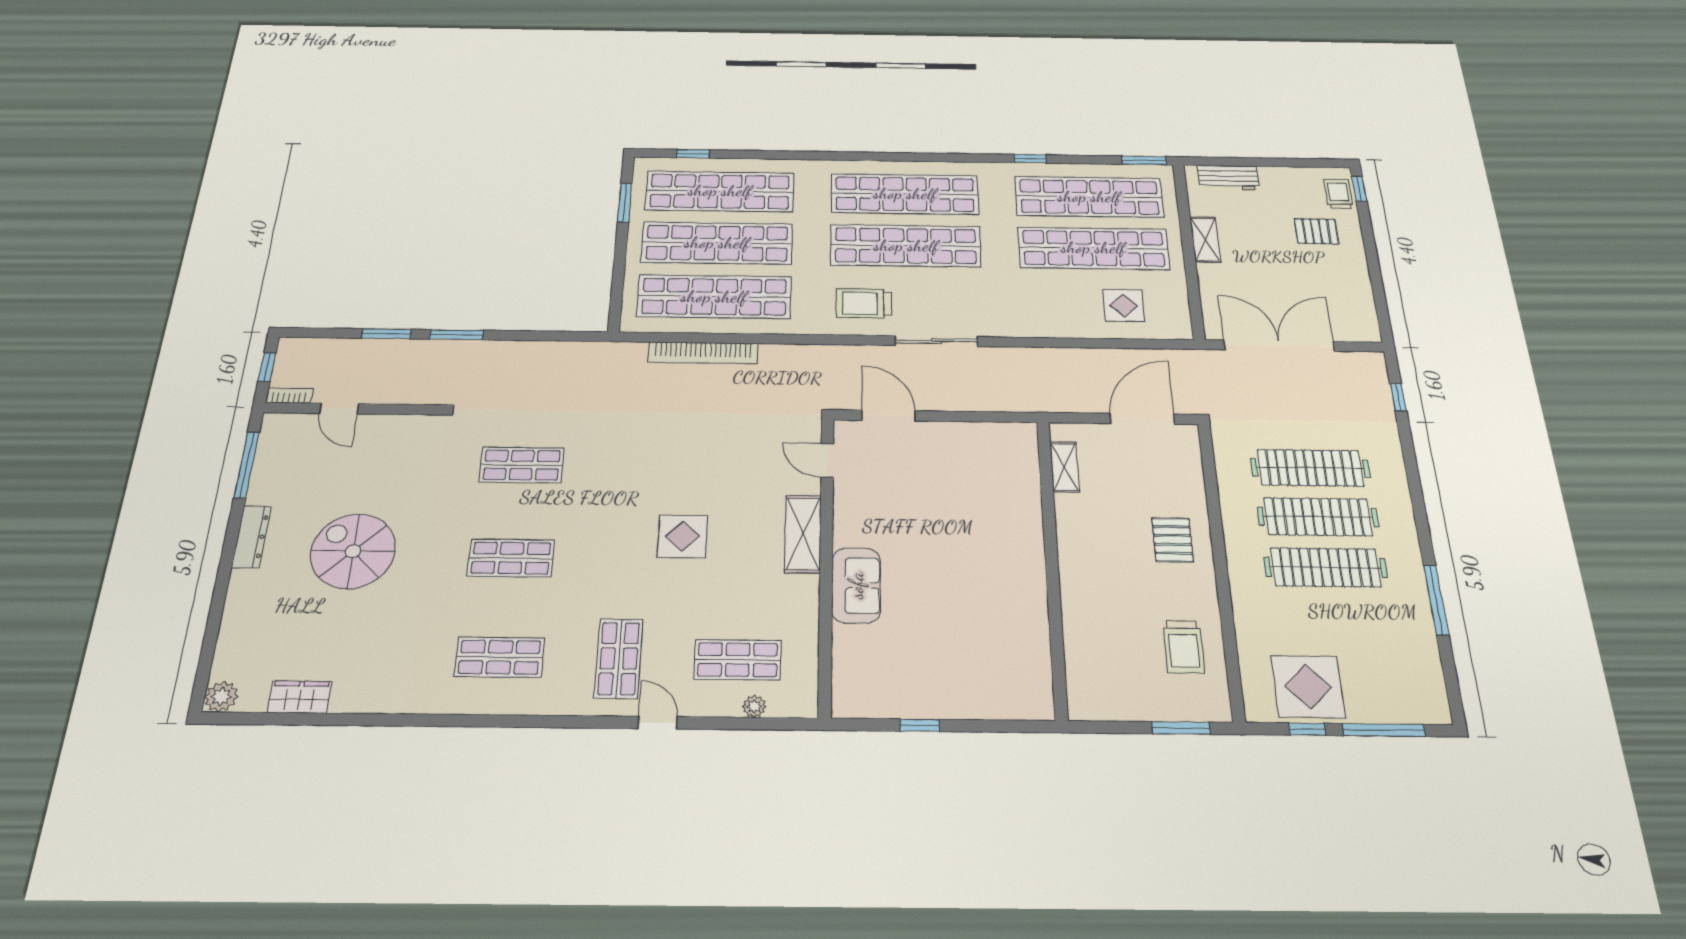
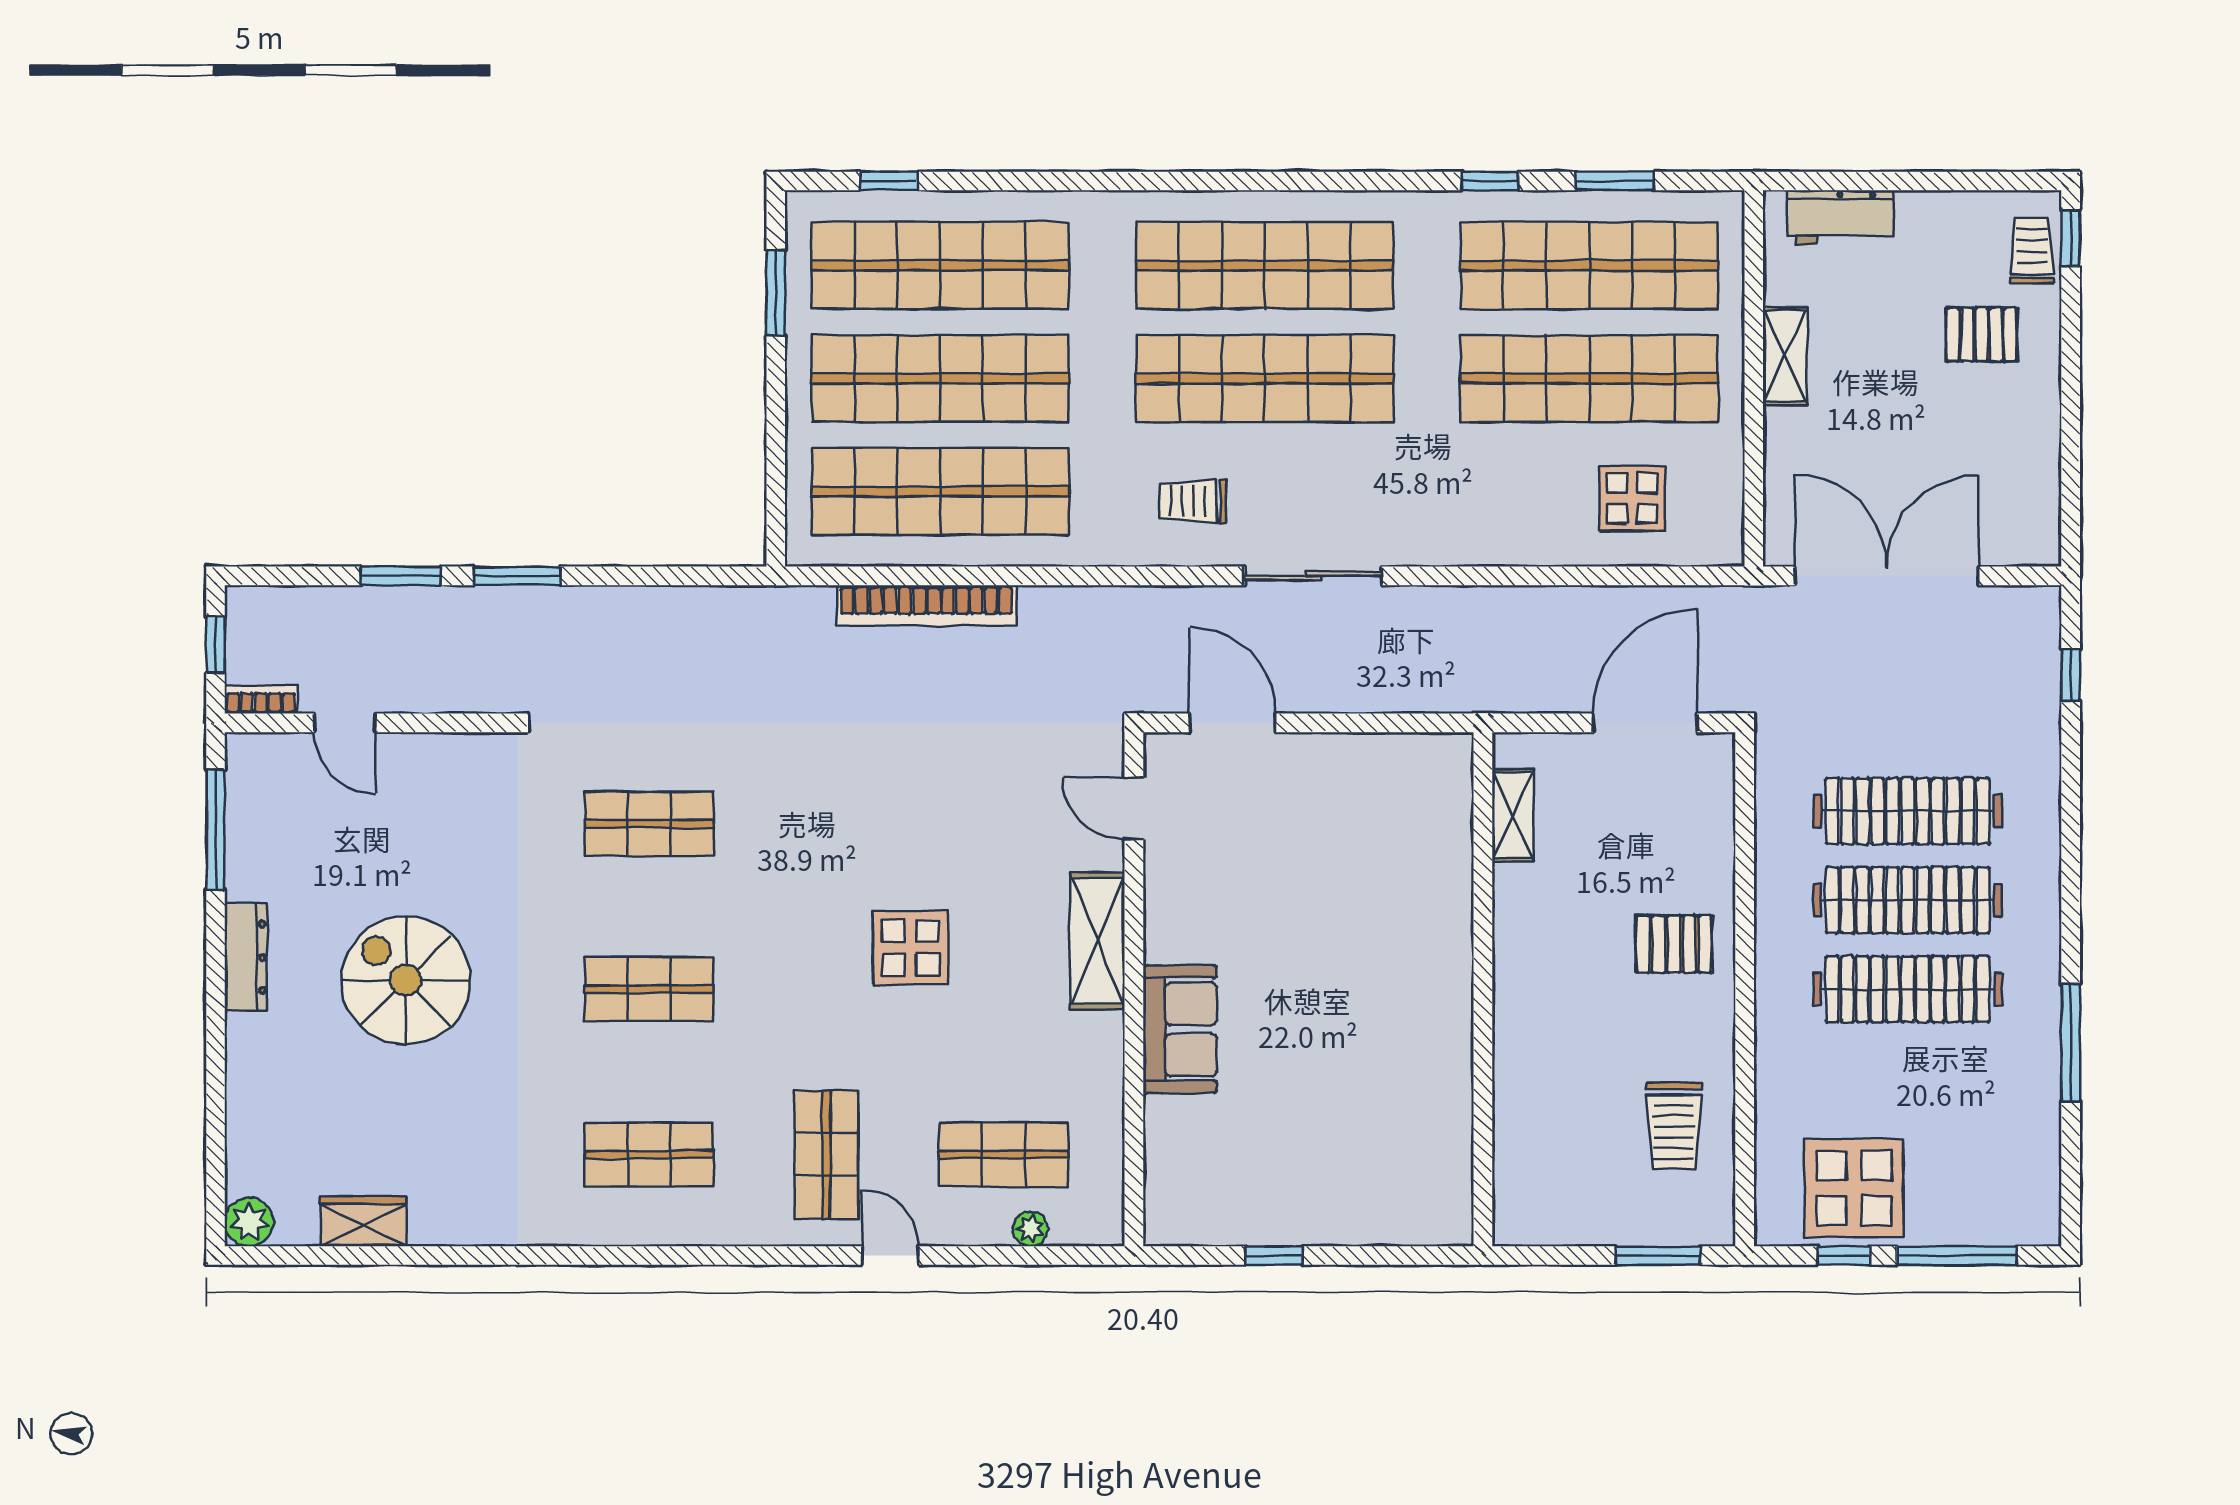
window: (1144, 160) -> (1615, 181), moved
trolley: (864, 303) -> (1193, 501), width x0.73, depth x0.72
pallet: (1173, 540) -> (1674, 944), turned 90

